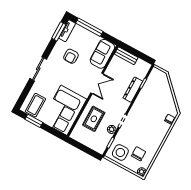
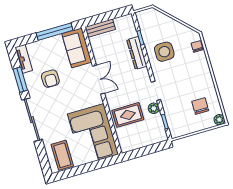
window: (89, 27) -> (55, 32), moved
window: (59, 31) -> (20, 80), moved
sliding door: (38, 69) -> (32, 120), width x1.37
rug: (94, 119) -> (128, 115), turned 90
window: (34, 121) -> (75, 171), removed
side table: (120, 152) -> (164, 52), moved

